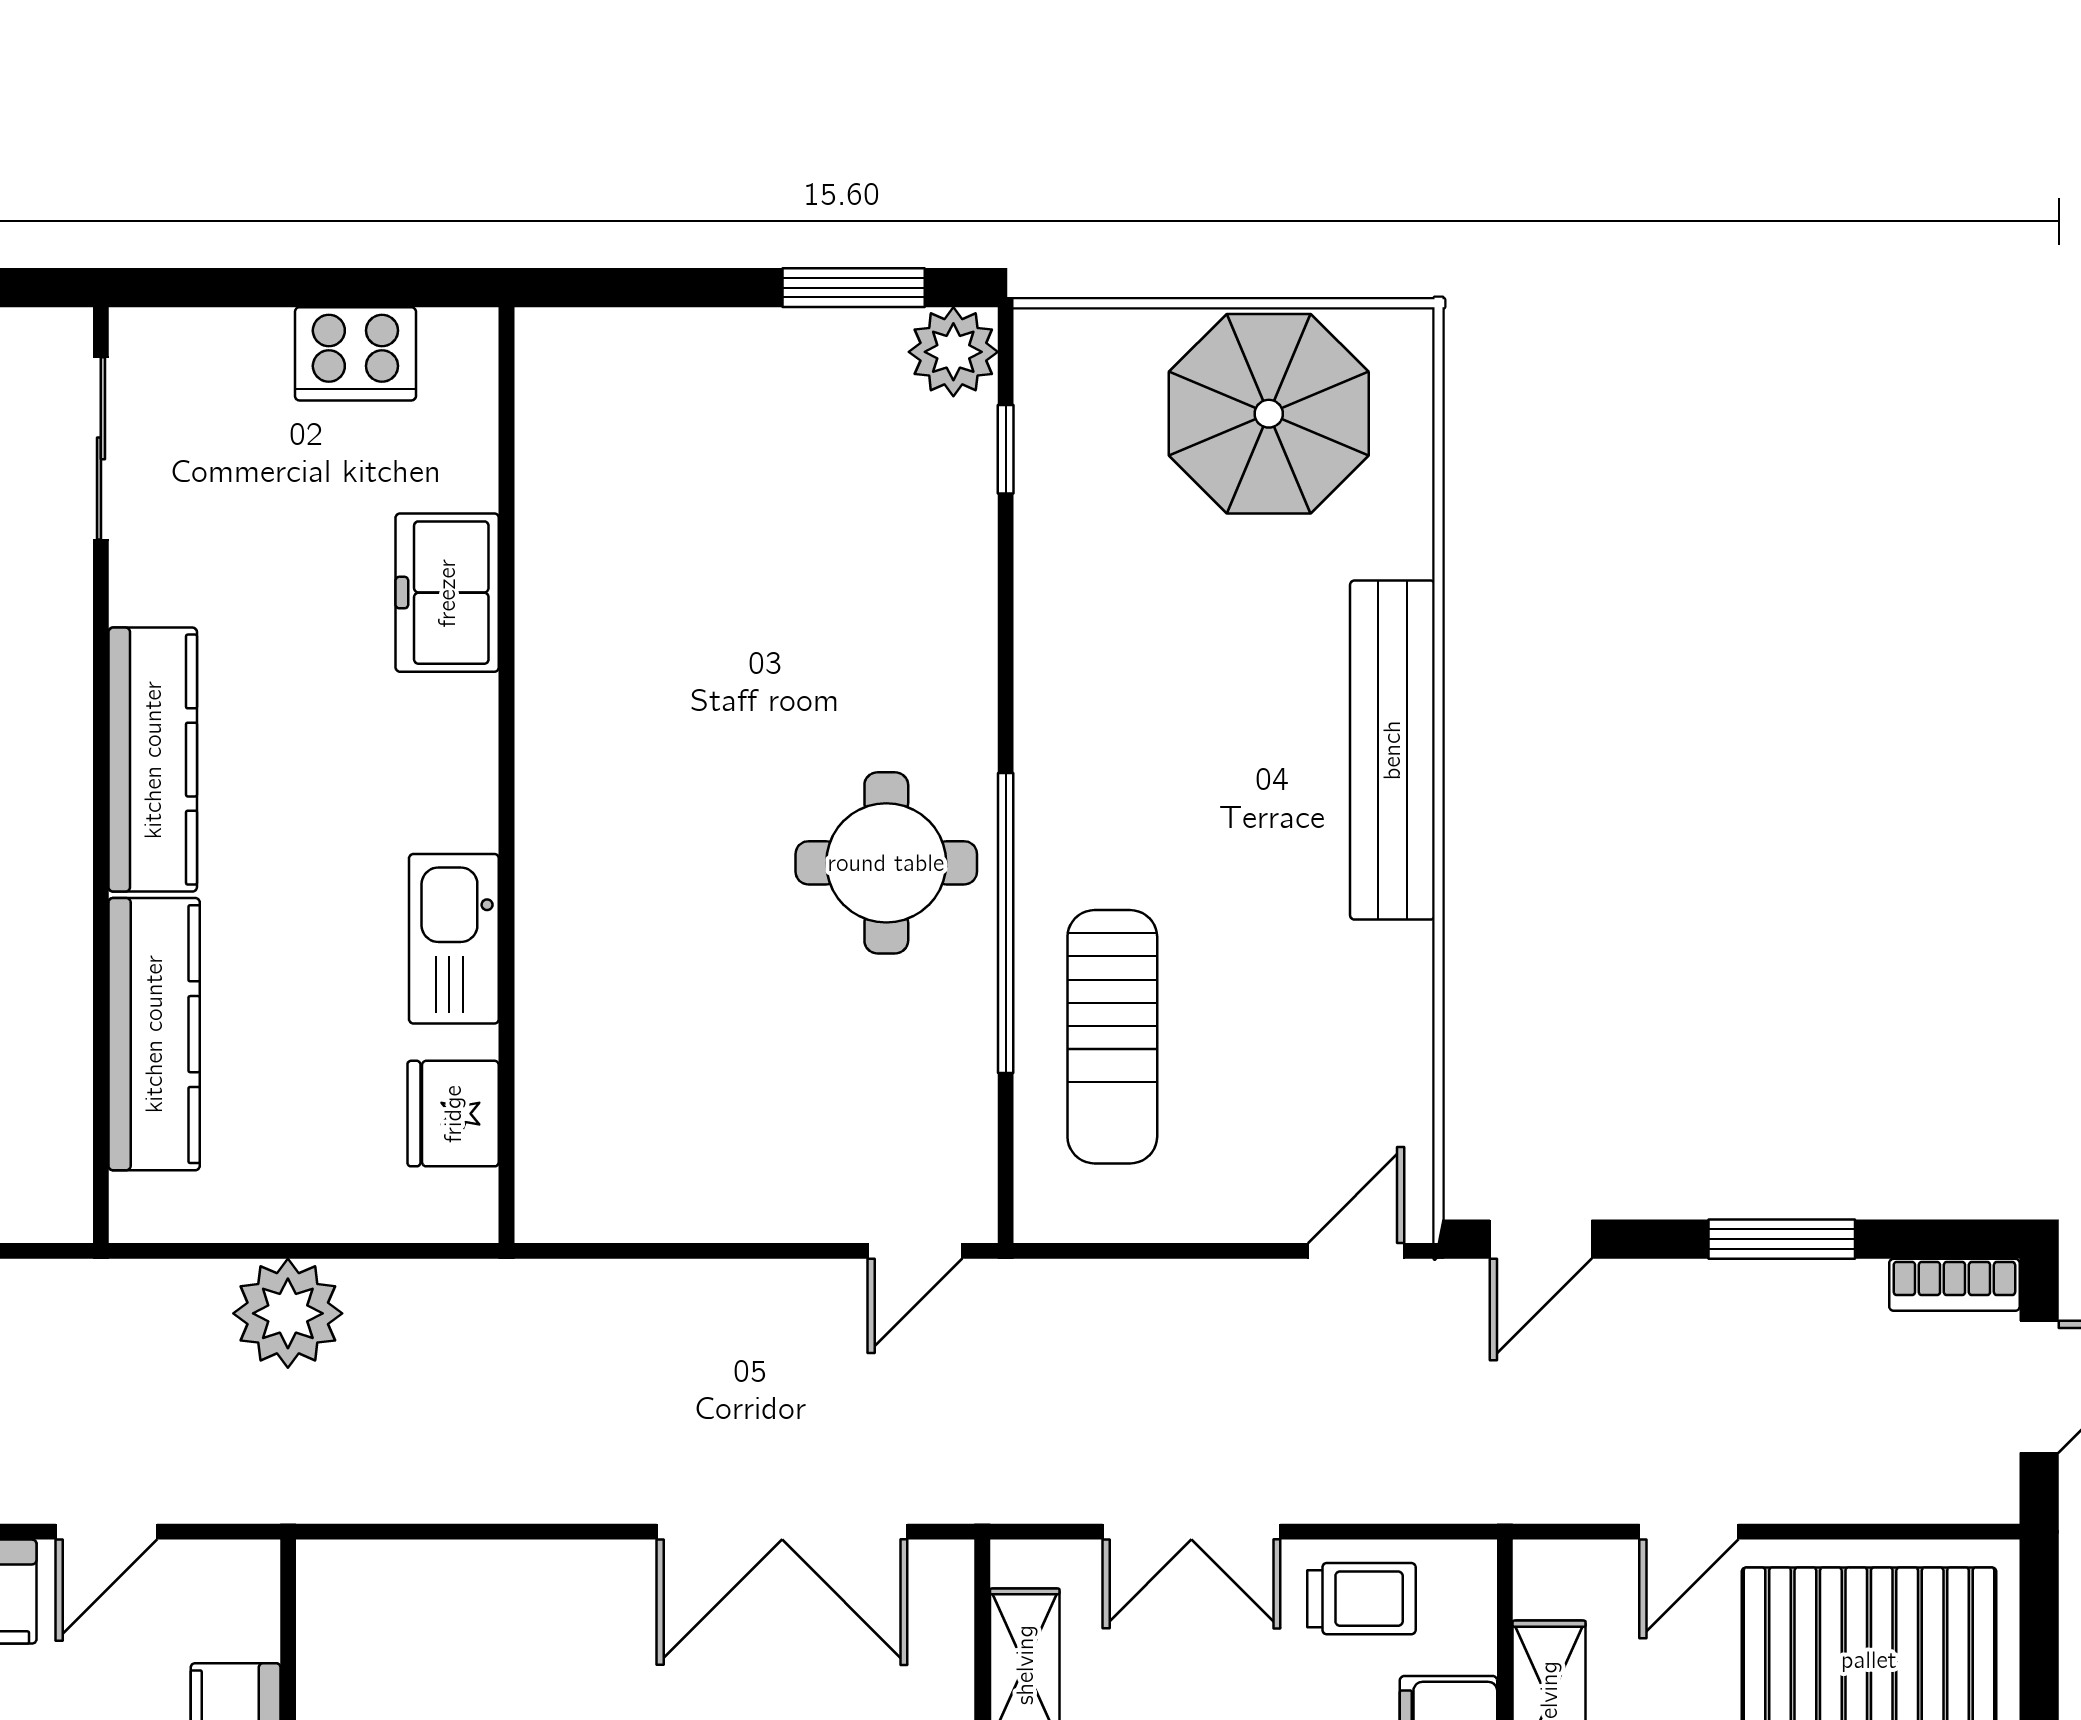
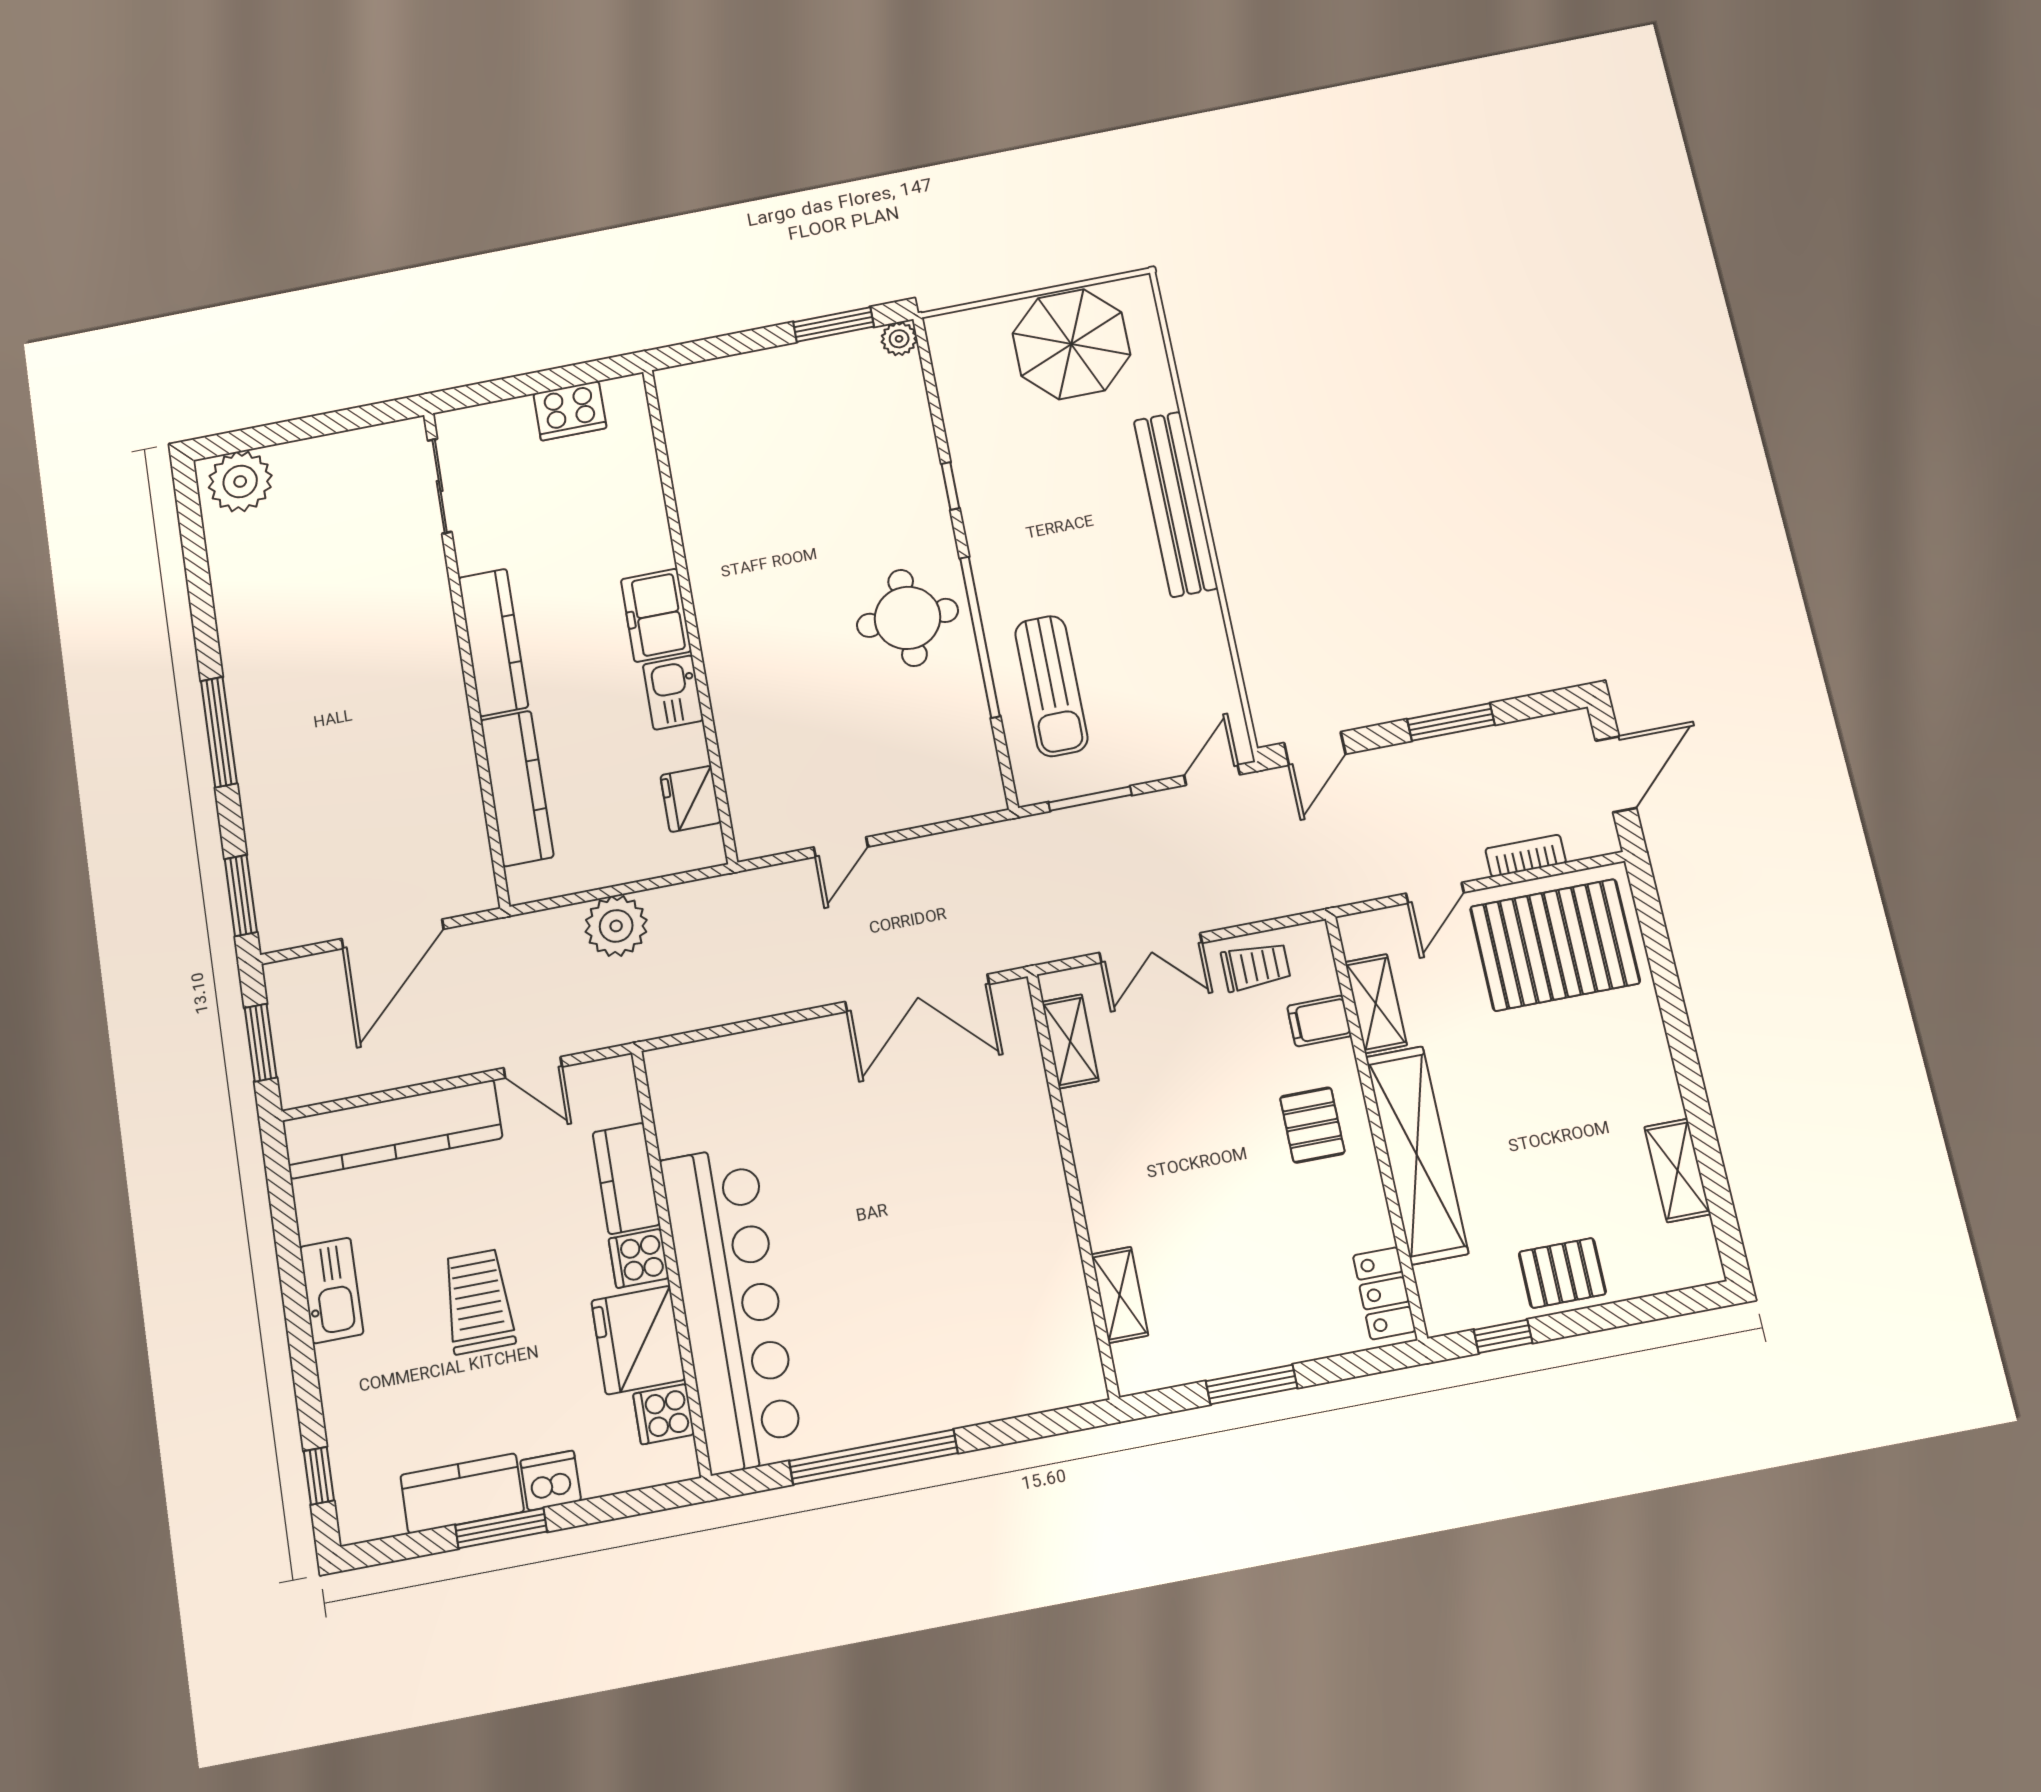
plant: (953, 352) -> (899, 339), width x0.73, depth x0.73
window: (1006, 449) -> (950, 486), moved
freezer: (447, 593) -> (656, 615), moved
kitchen sink: (454, 939) -> (673, 692), width x0.73
door: (915, 1251) -> (841, 847), moved
window: (1140, 1251) -> (1090, 799), added
bookcase: (1954, 1285) -> (1526, 856), moved, turned 180
door: (106, 1532) -> (533, 1067), hinge flipped

